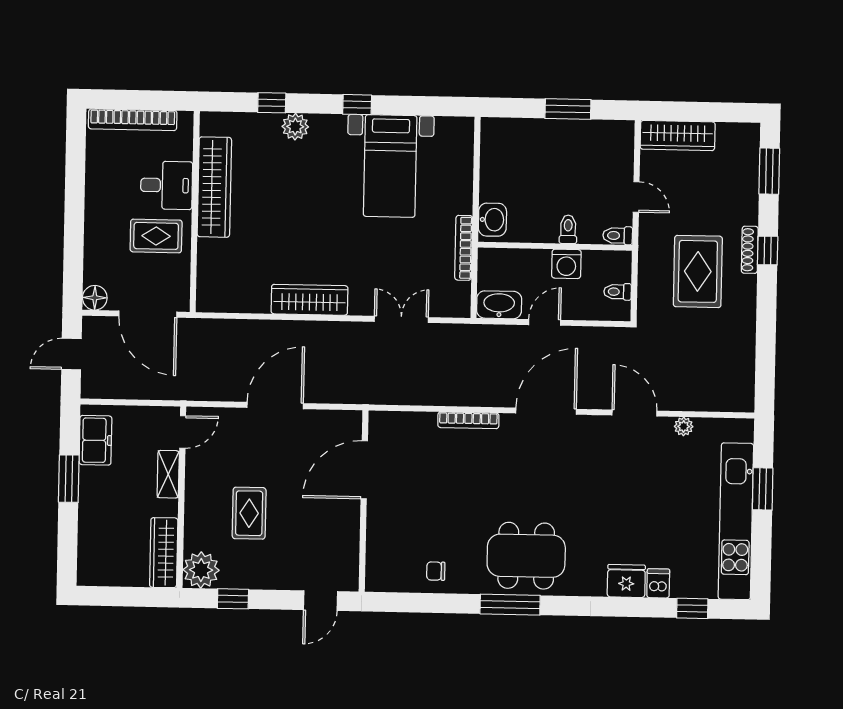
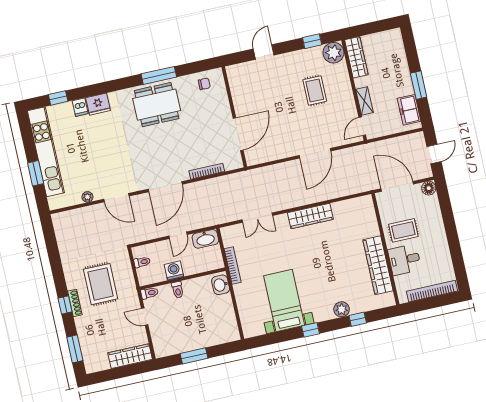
door: (364, 470) -> (238, 134), moved
wall: (364, 501) -> (234, 117), moved

